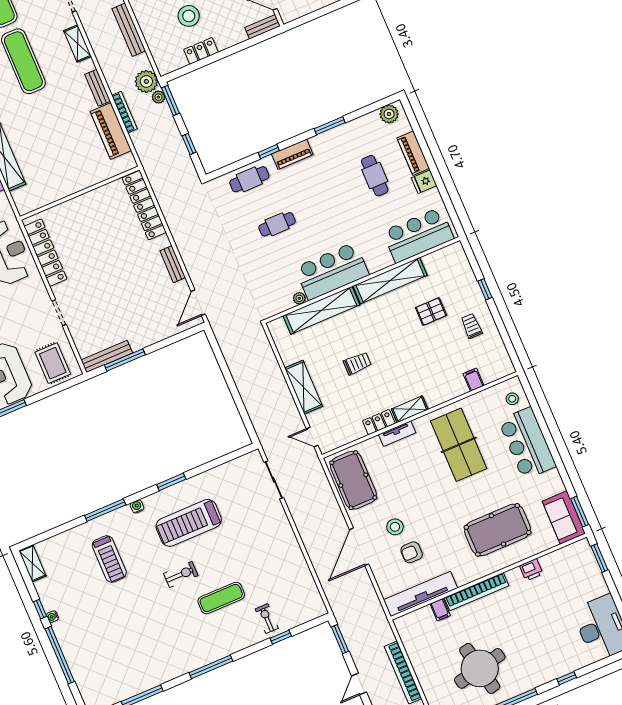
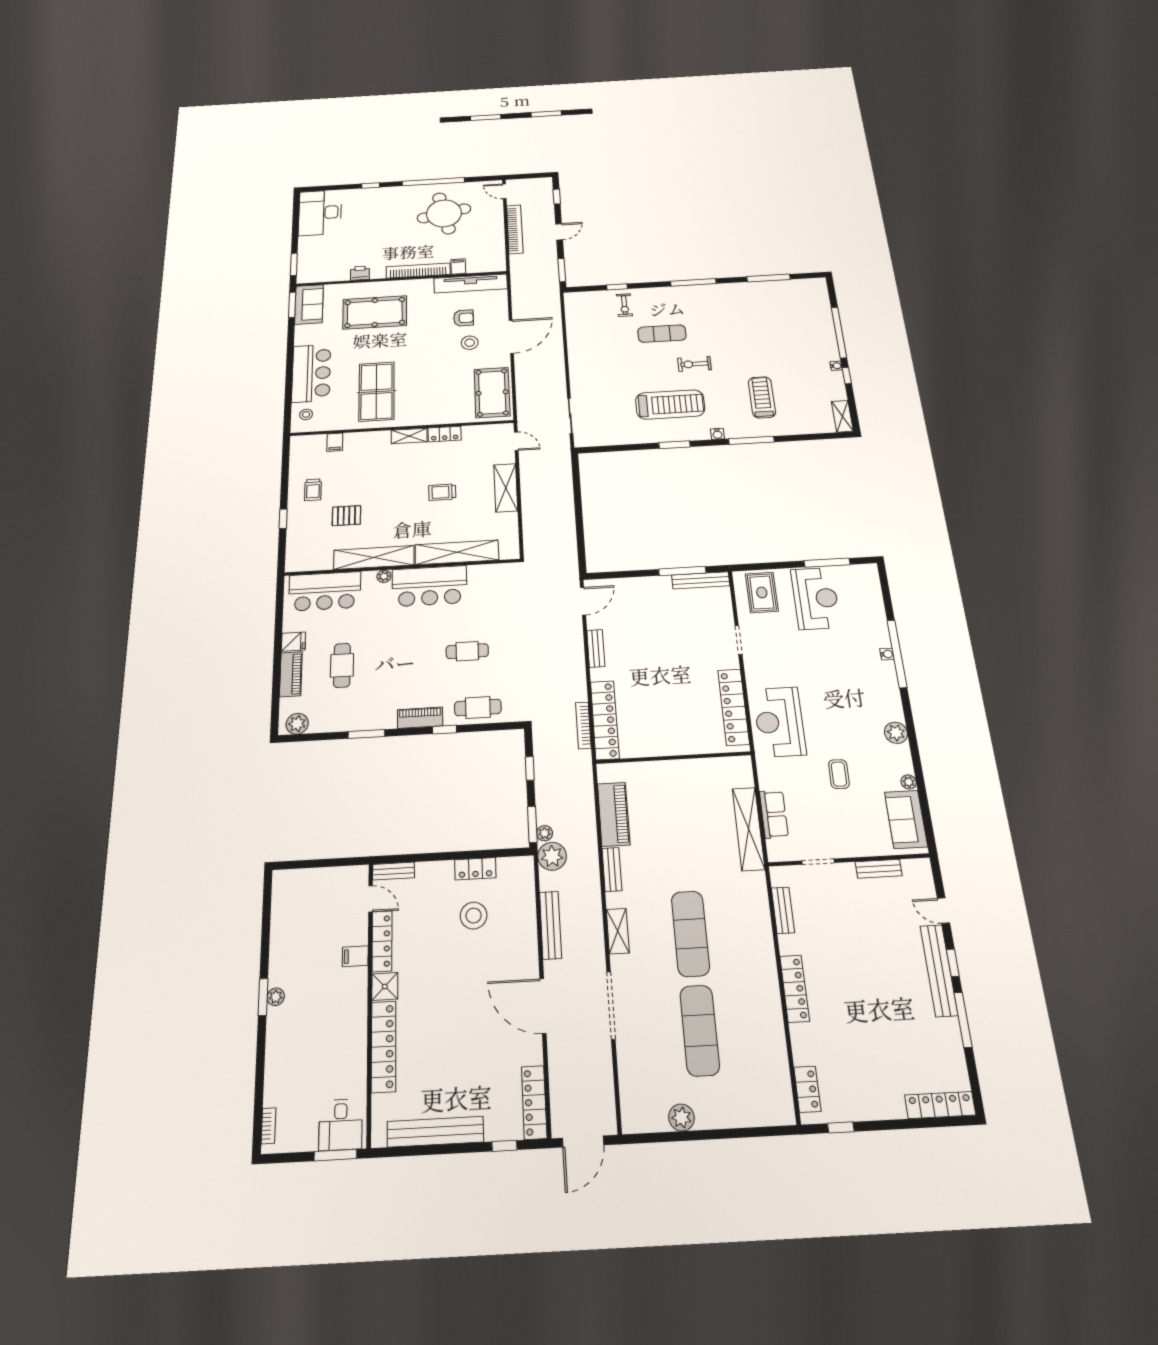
bookcase: (124, 112) -> (583, 725), moved
plant: (299, 298) -> (384, 576), moved
tv unit: (397, 434) -> (431, 419), removed

